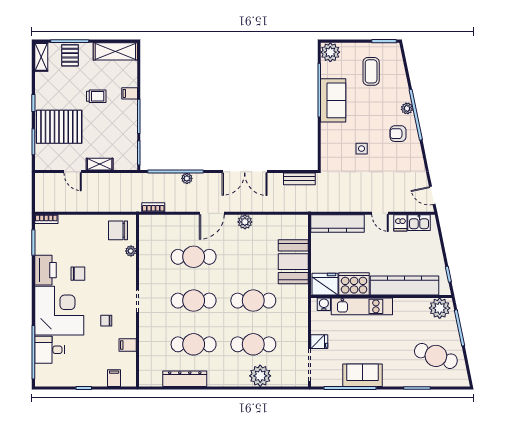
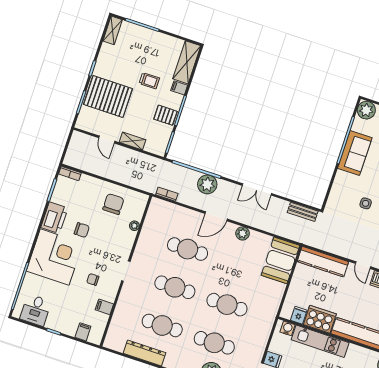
shelving: (115, 51) -> (187, 62), moved, turned 90
pallet: (70, 55) -> (165, 115), moved, turned 90
double door: (245, 172) -> (257, 189), width x0.73
plant: (187, 178) -> (207, 184), width x1.87, depth x1.87
chair: (118, 230) -> (113, 204), moved, turned 90
booth: (293, 262) -> (280, 260), moved
fridge: (325, 284) -> (299, 315), width x0.53, depth x0.75
desk: (49, 350) -> (36, 310), moved, turned -90

